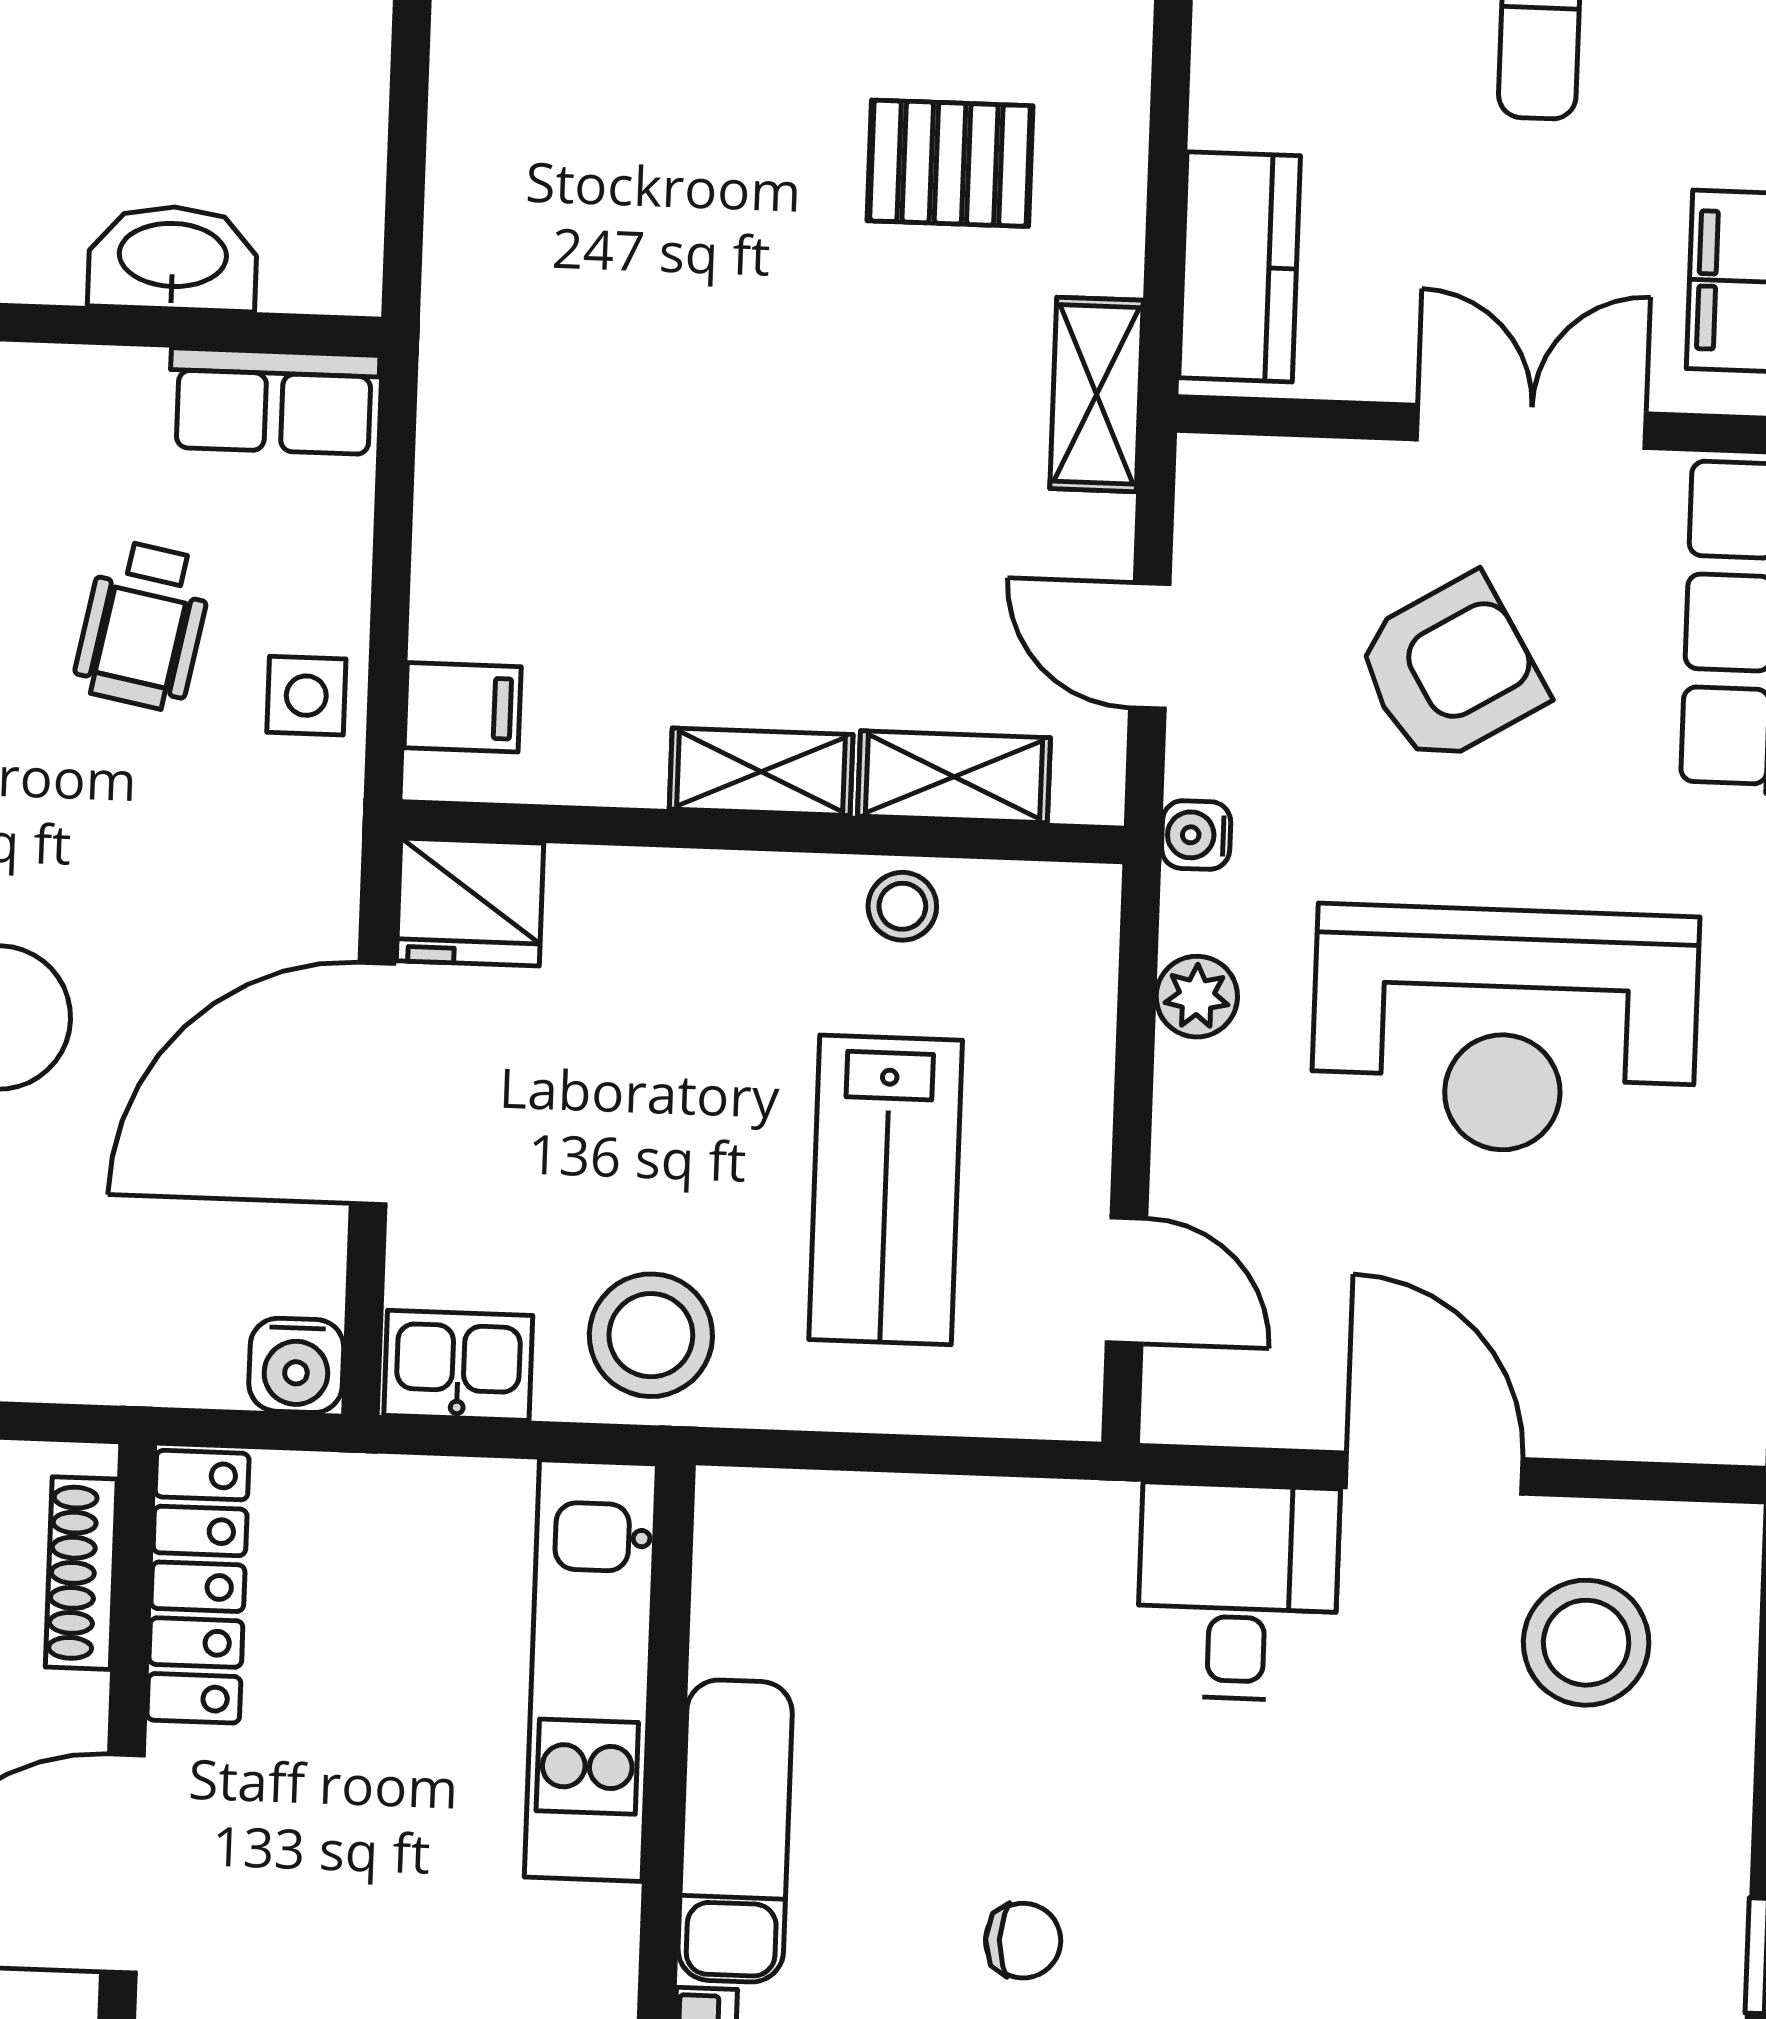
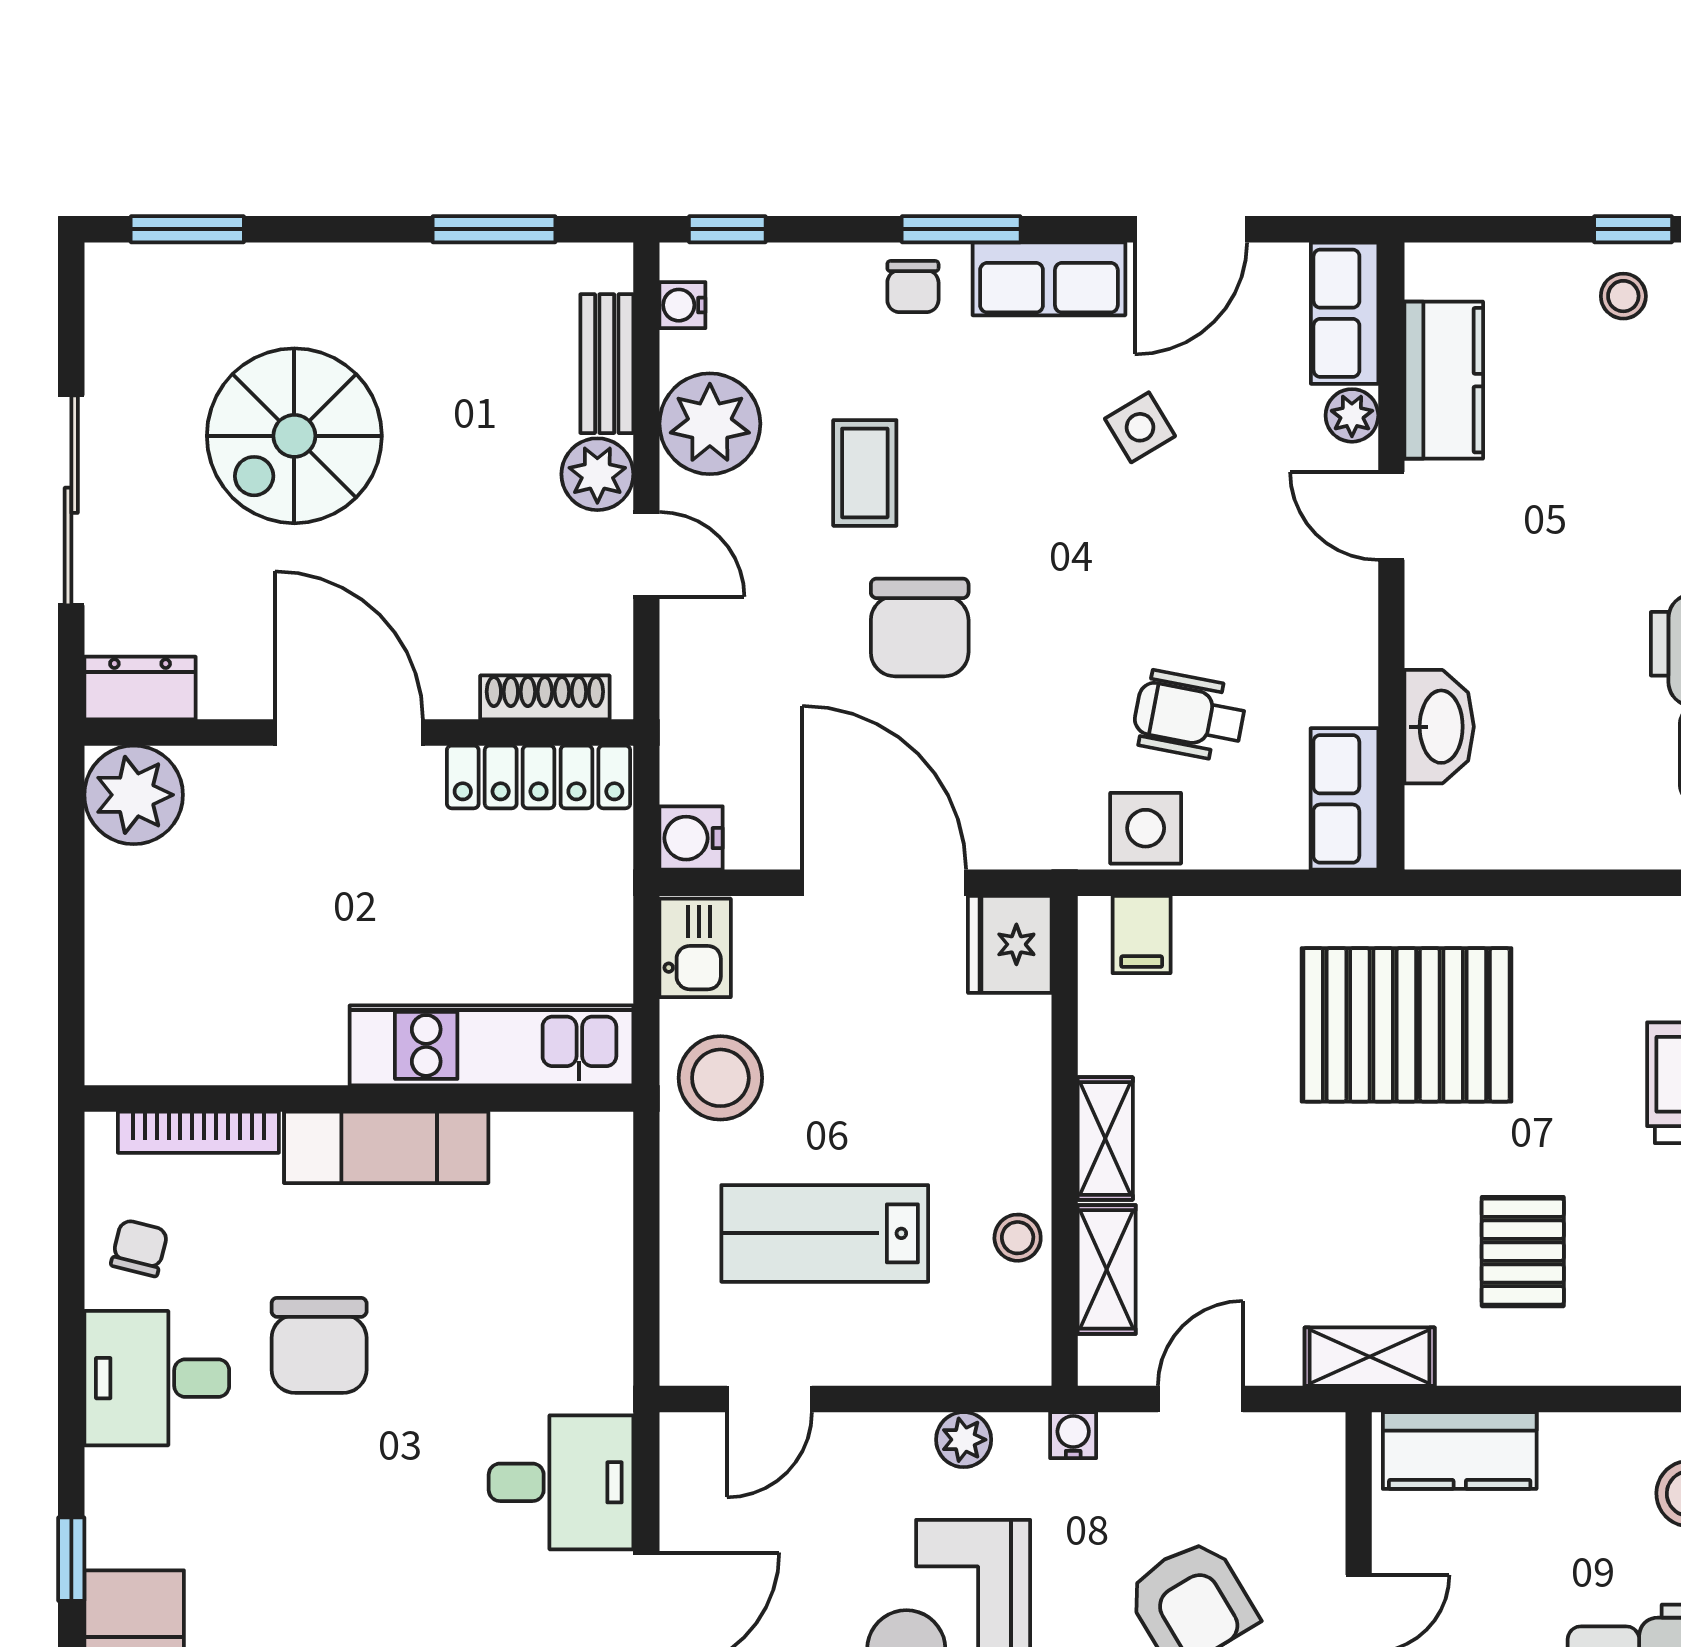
pallet: (610, 322) -> (1406, 1025), added
side table: (306, 696) -> (1146, 828), width x1.37, depth x1.37
chair: (1023, 1941) -> (319, 1345), width x1.87, depth x1.87

